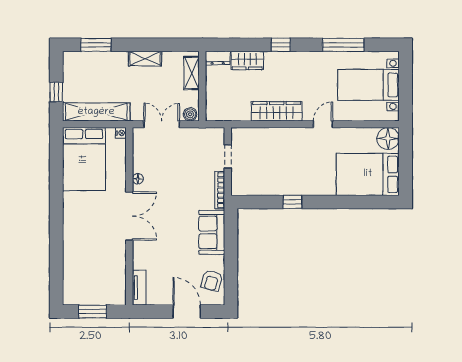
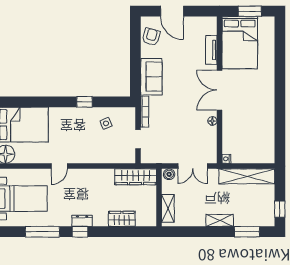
window: (281, 45) -> (80, 232), moved
dresser: (218, 58) -> (82, 221), moved
shelving: (145, 59) -> (220, 220), moved
window: (56, 92) -> (280, 209), moved
wardrobe: (277, 111) -> (136, 177), moved
bed: (84, 159) -> (240, 43), moved, turned 180
side table: (266, 176) -> (106, 123), added
tv unit: (139, 288) -> (211, 50), moved

